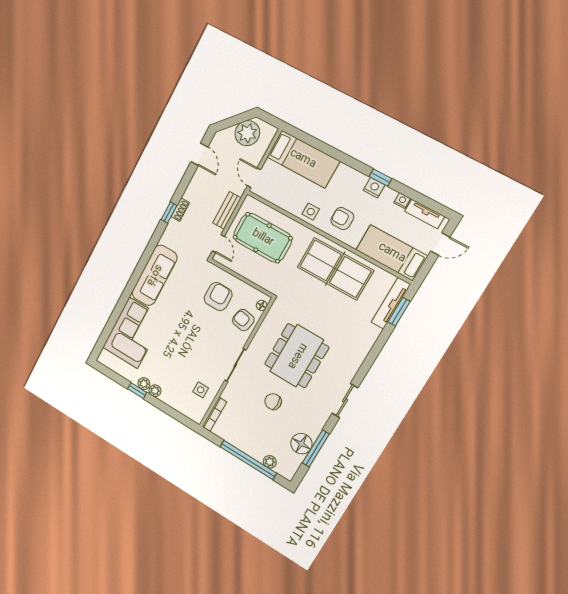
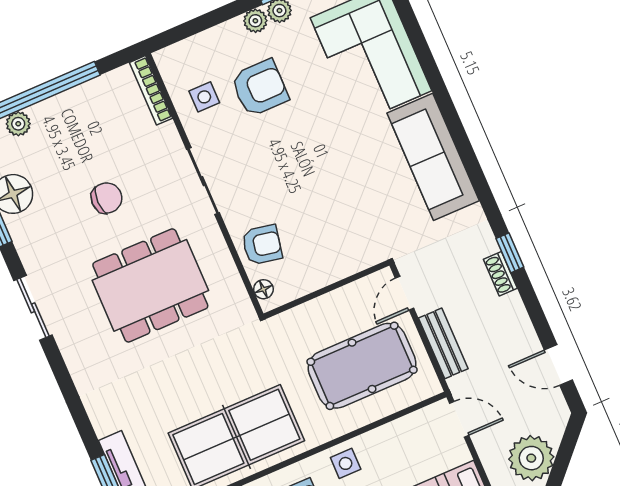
door: (218, 244) -> (405, 293), hinge flipped
armchair: (218, 297) -> (260, 88), moved, turned -90
dining table: (297, 356) -> (150, 285), turned 90

